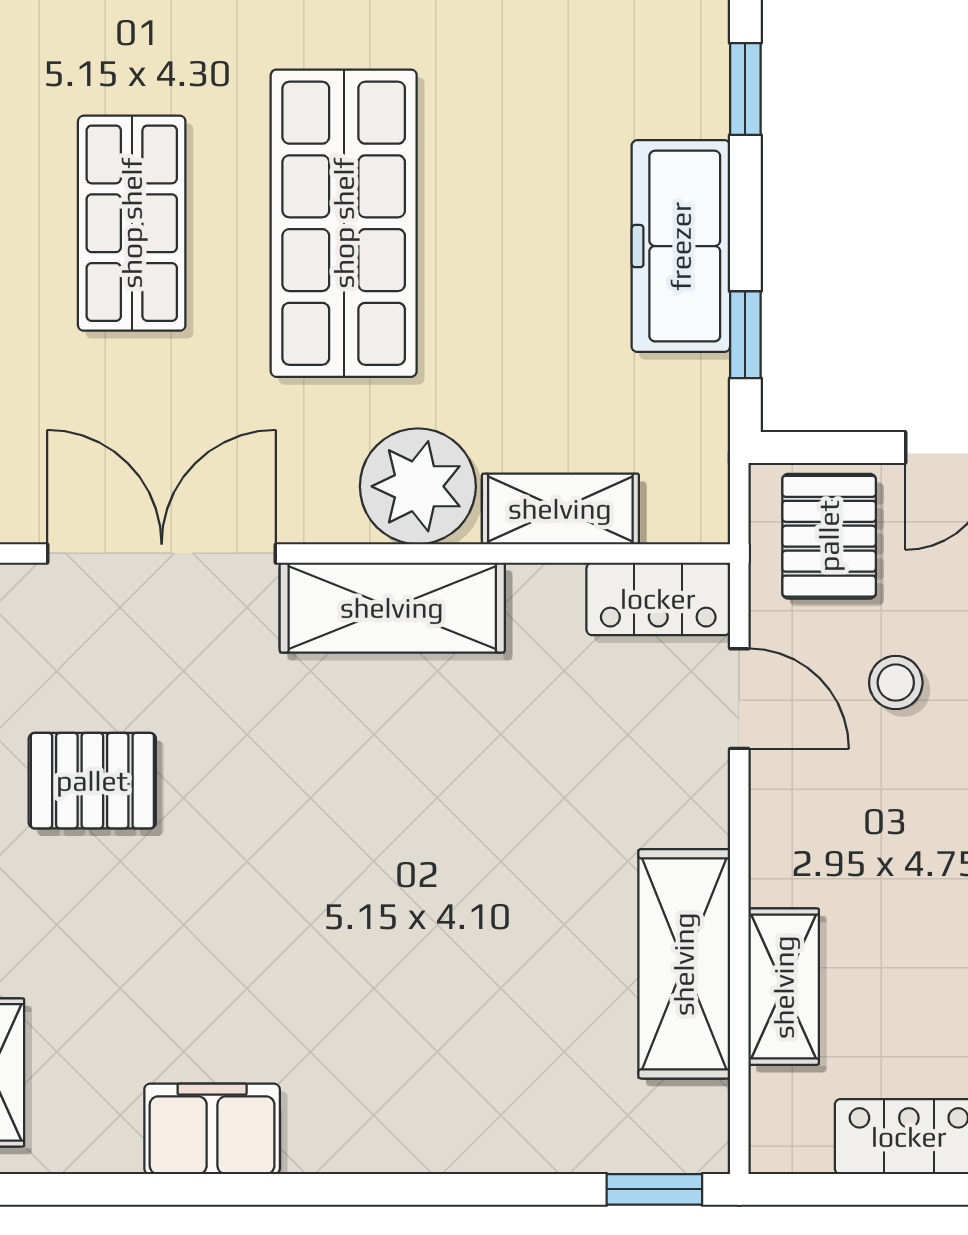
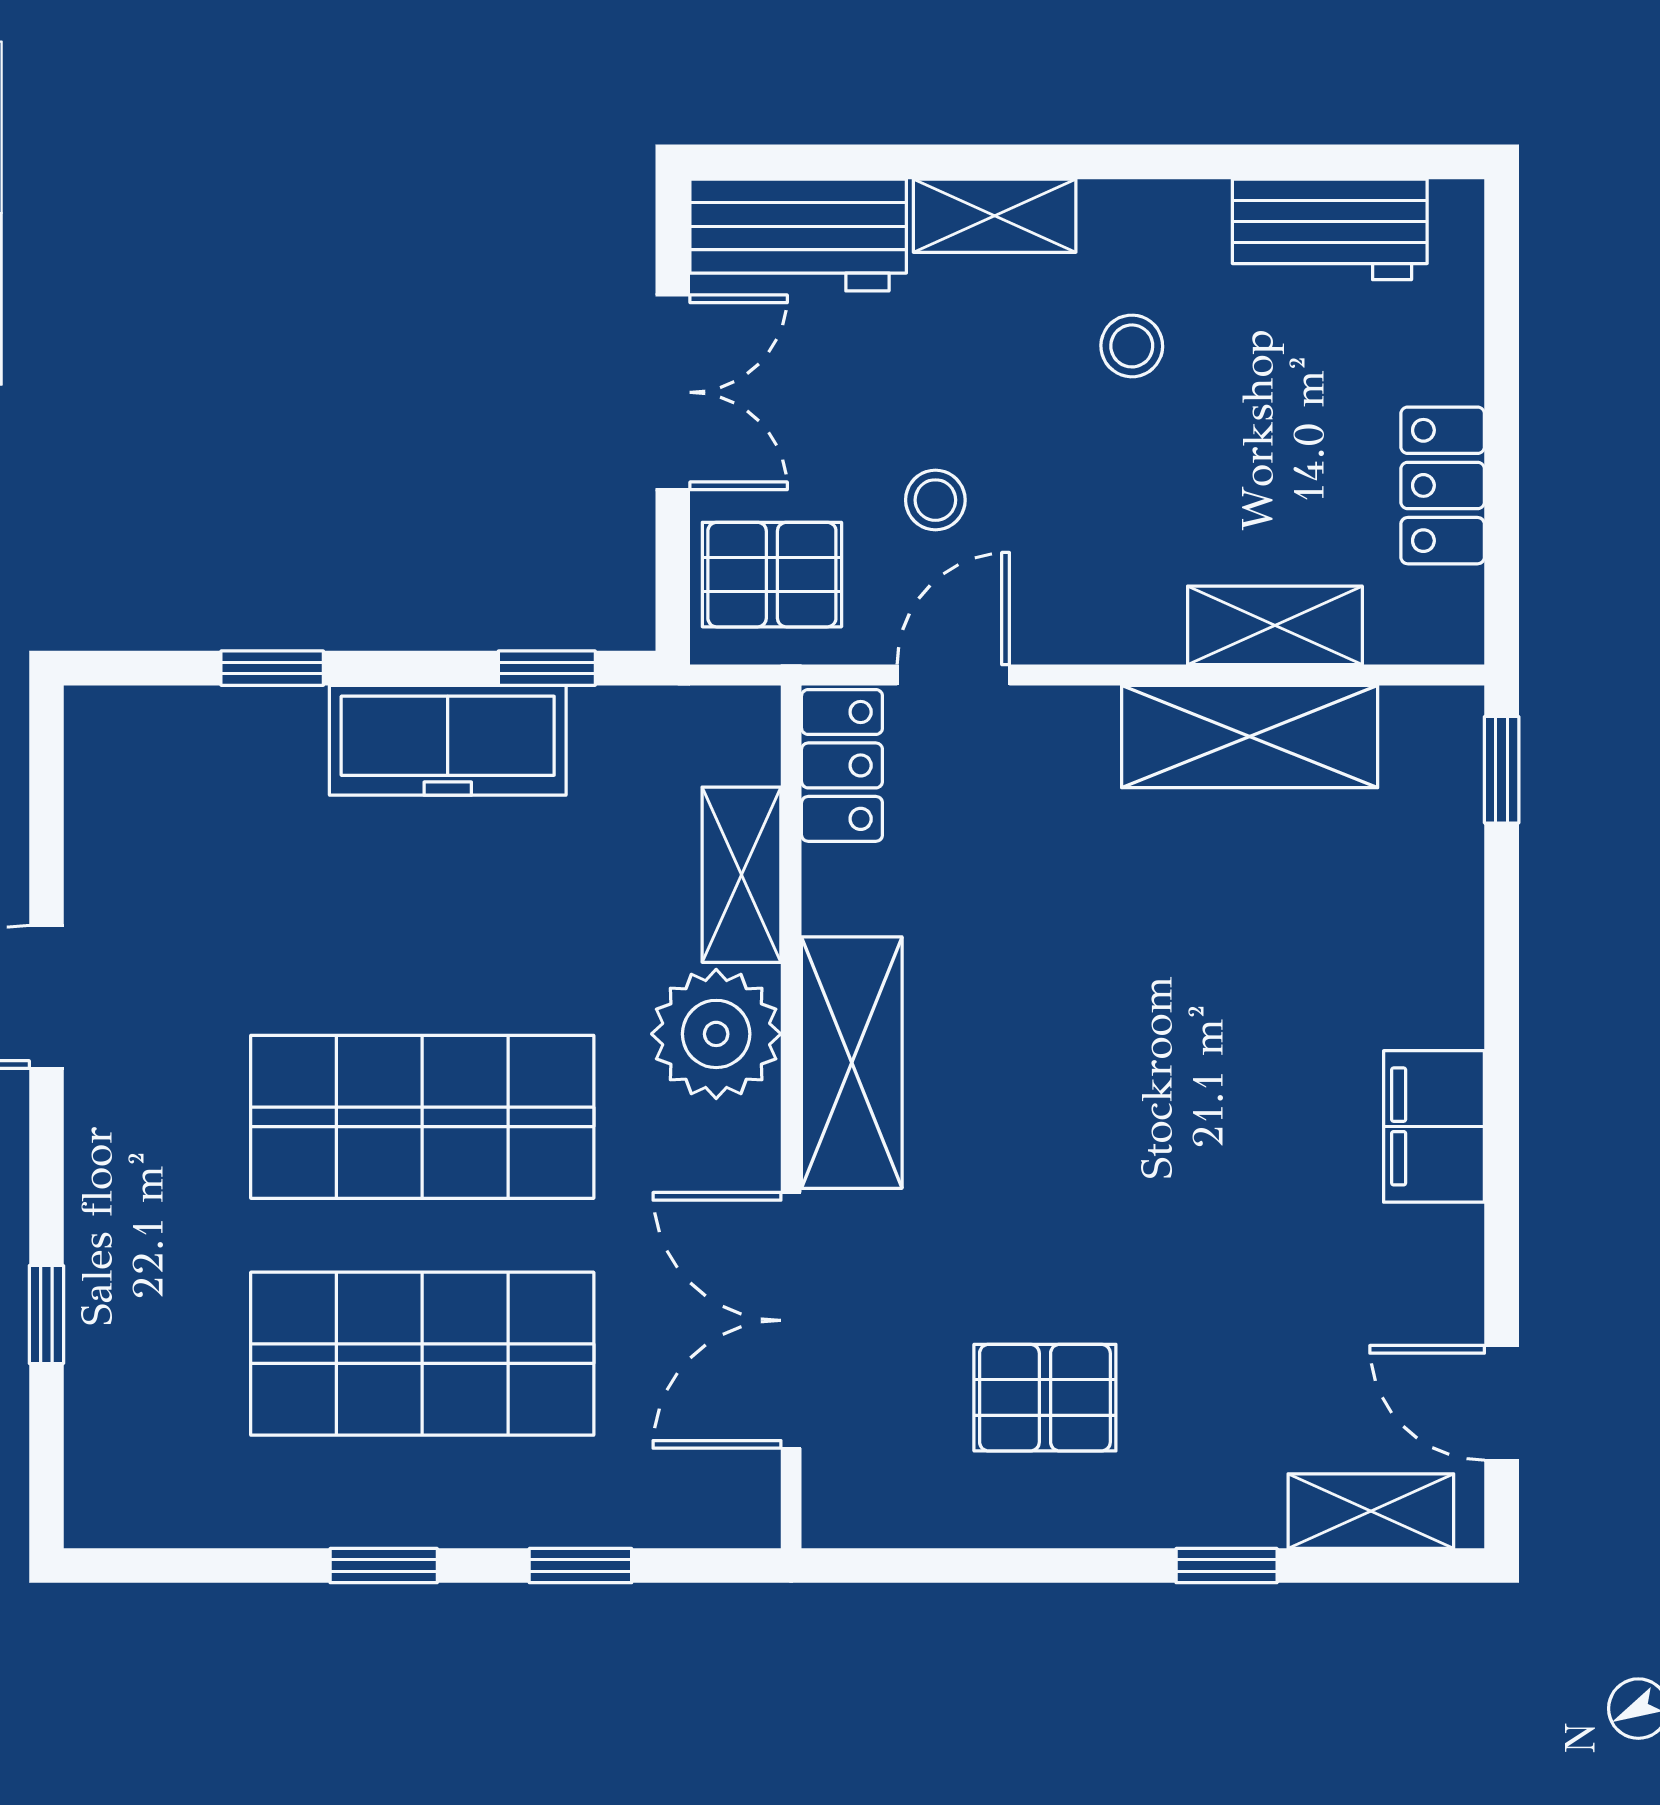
shop shelf: (132, 223) -> (422, 1354), width x1.43, depth x1.36
pallet: (92, 781) -> (1045, 1398), turned 90
filing cabinet: (212, 1129) -> (1434, 1126), moved
door: (88, 1189) -> (1502, 1403), added

